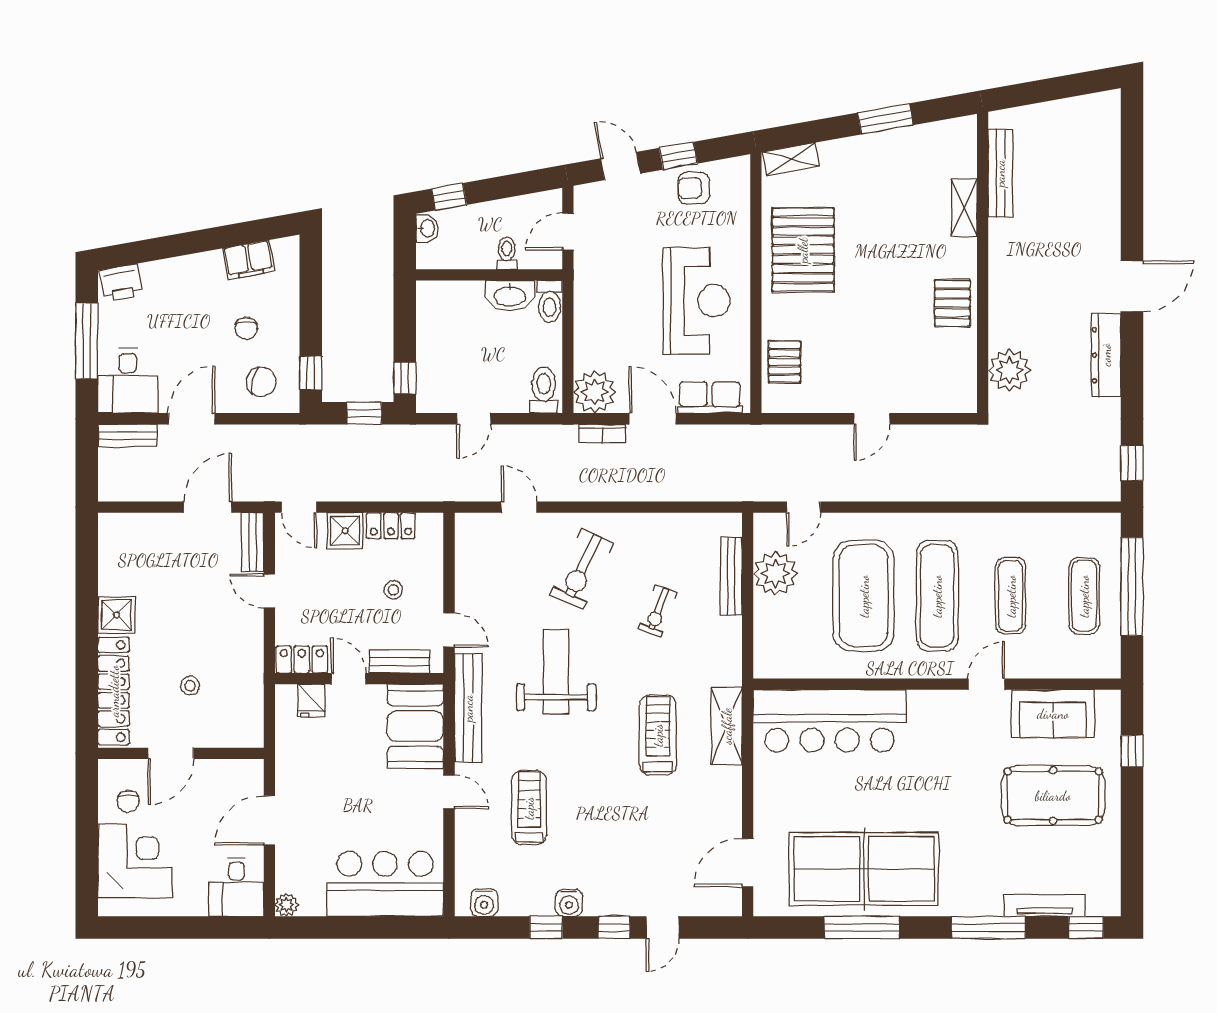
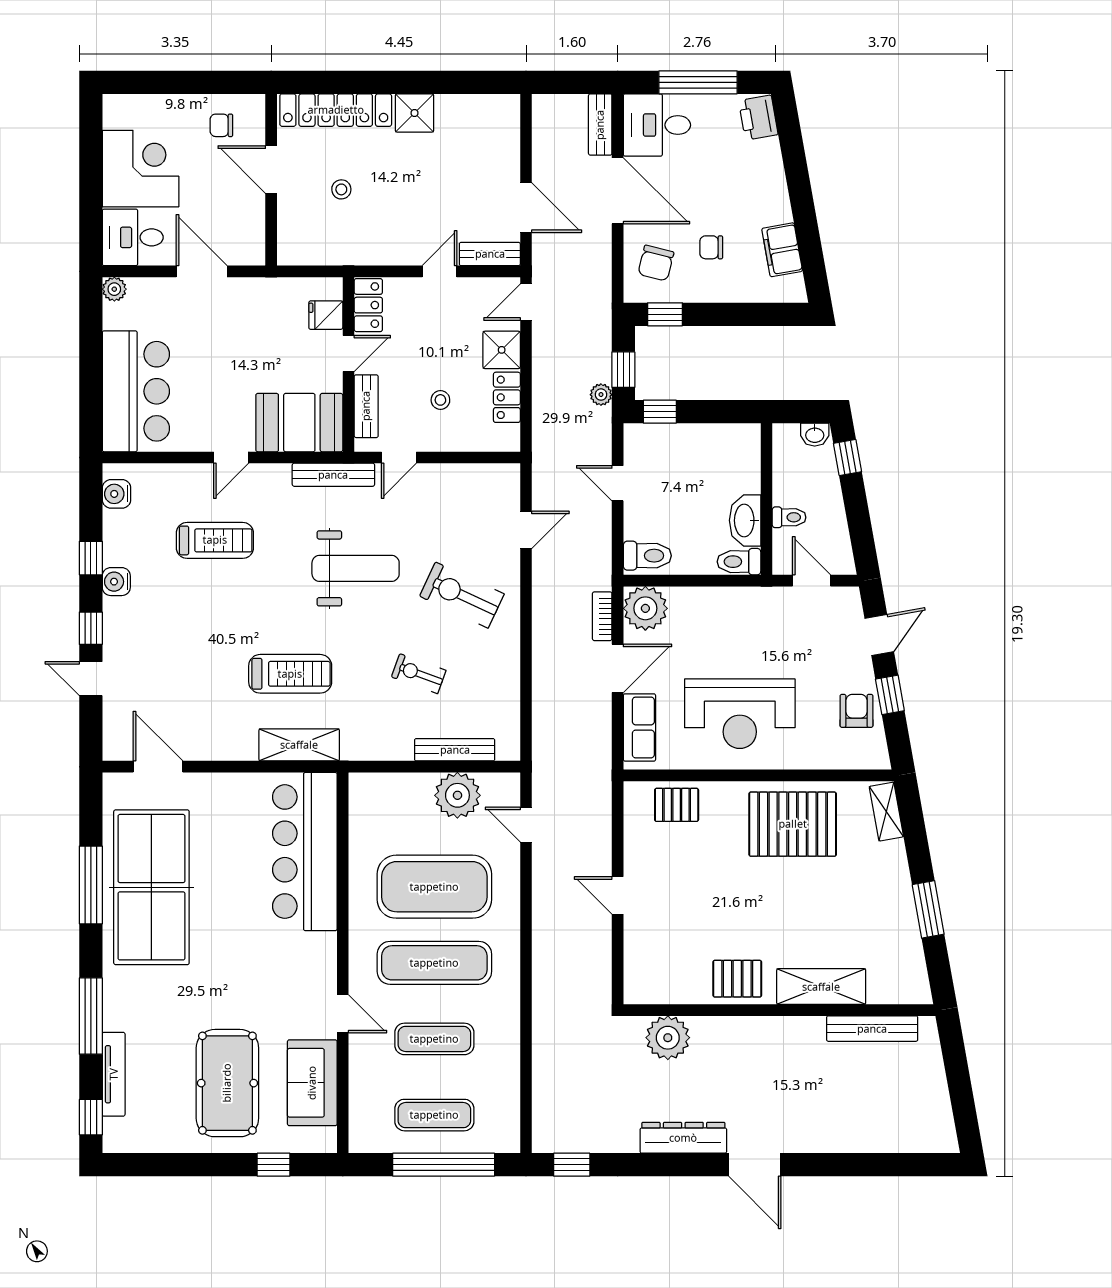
shelving: (964, 208) -> (821, 987), width x1.50, depth x1.33
door: (192, 419) -> (618, 191), width x1.36
plant: (388, 435) -> (601, 395), added
bench: (468, 708) -> (333, 475), width x0.73, depth x0.82
corner desk: (135, 861) -> (141, 169), moved, turned -90

